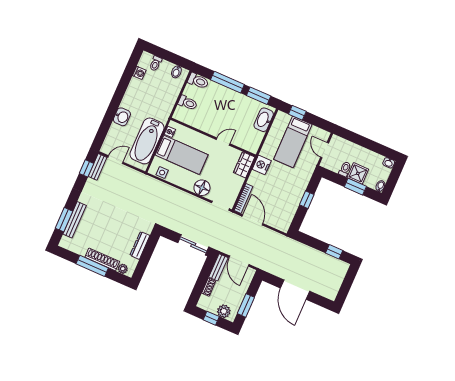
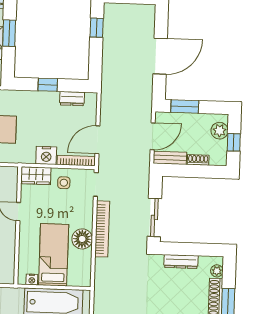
nightstand: (262, 165) -> (46, 155), moved
side table: (162, 173) -> (64, 183), moved
floor lamp: (202, 188) -> (82, 239), moved
bookcase: (186, 198) -> (102, 229), added
dresser: (290, 213) -> (72, 99), added
sliding door: (193, 245) -> (154, 217), moved
window: (246, 305) -> (185, 106), moved

